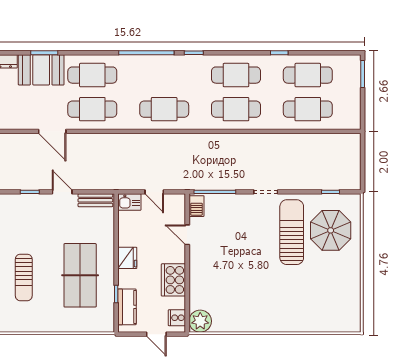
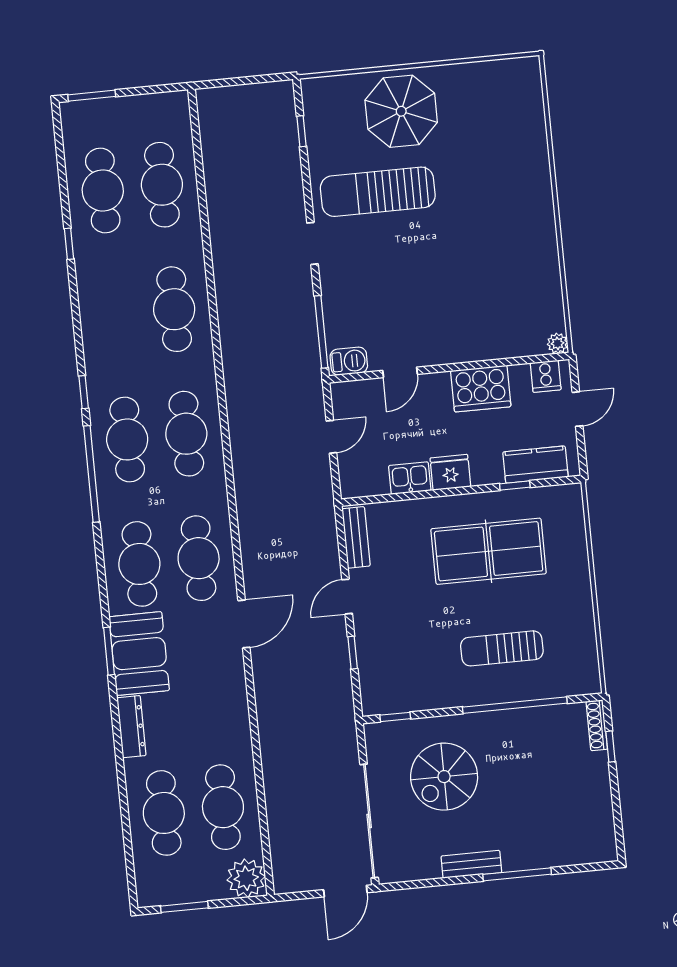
cafe table: (236, 75) -> (127, 439), moved
kitchen sink: (129, 202) -> (410, 478), moved, turned -90
parasol: (331, 230) -> (401, 111), moved
sun lounger: (24, 277) -> (502, 648), turned 180
plant: (200, 321) -> (557, 343), width x0.53, depth x0.53

